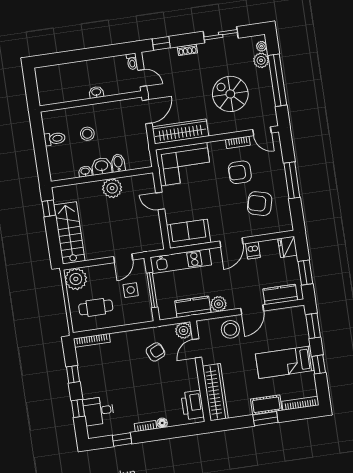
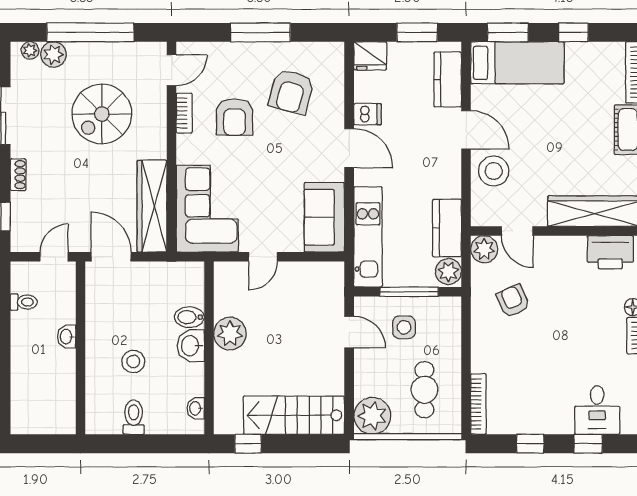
toilet: (132, 61) -> (24, 302), moved
washbasin: (85, 172) -> (196, 408), moved
plant: (219, 304) -> (448, 272), moved
bed: (285, 362) -> (517, 63), moved, turned -90

